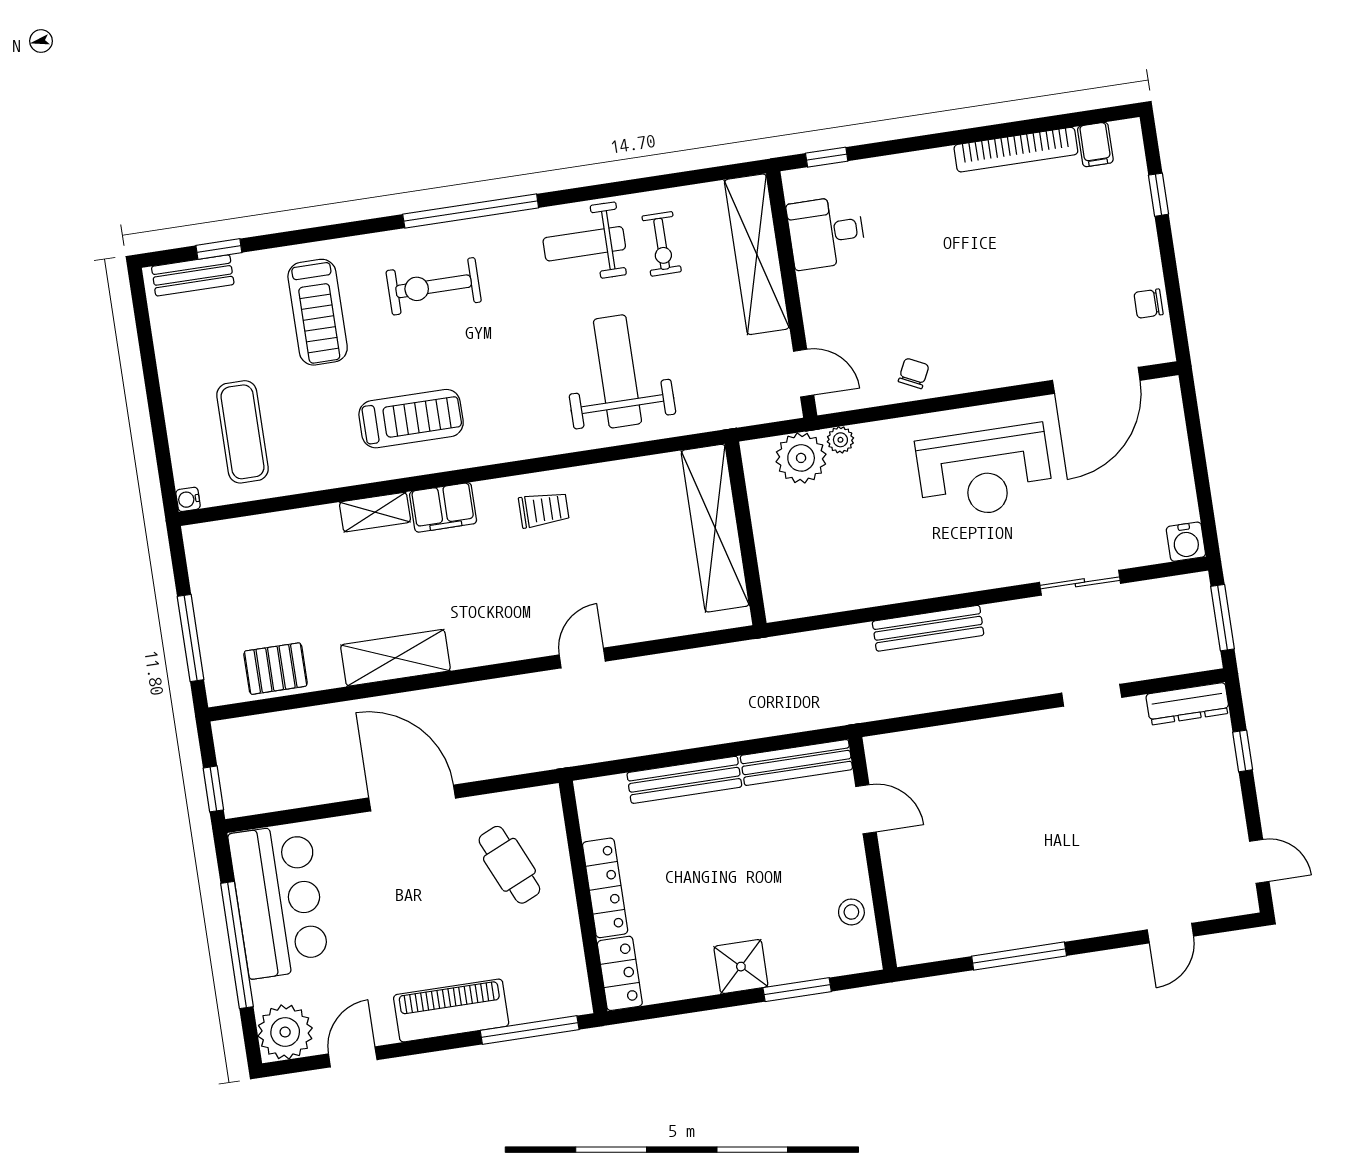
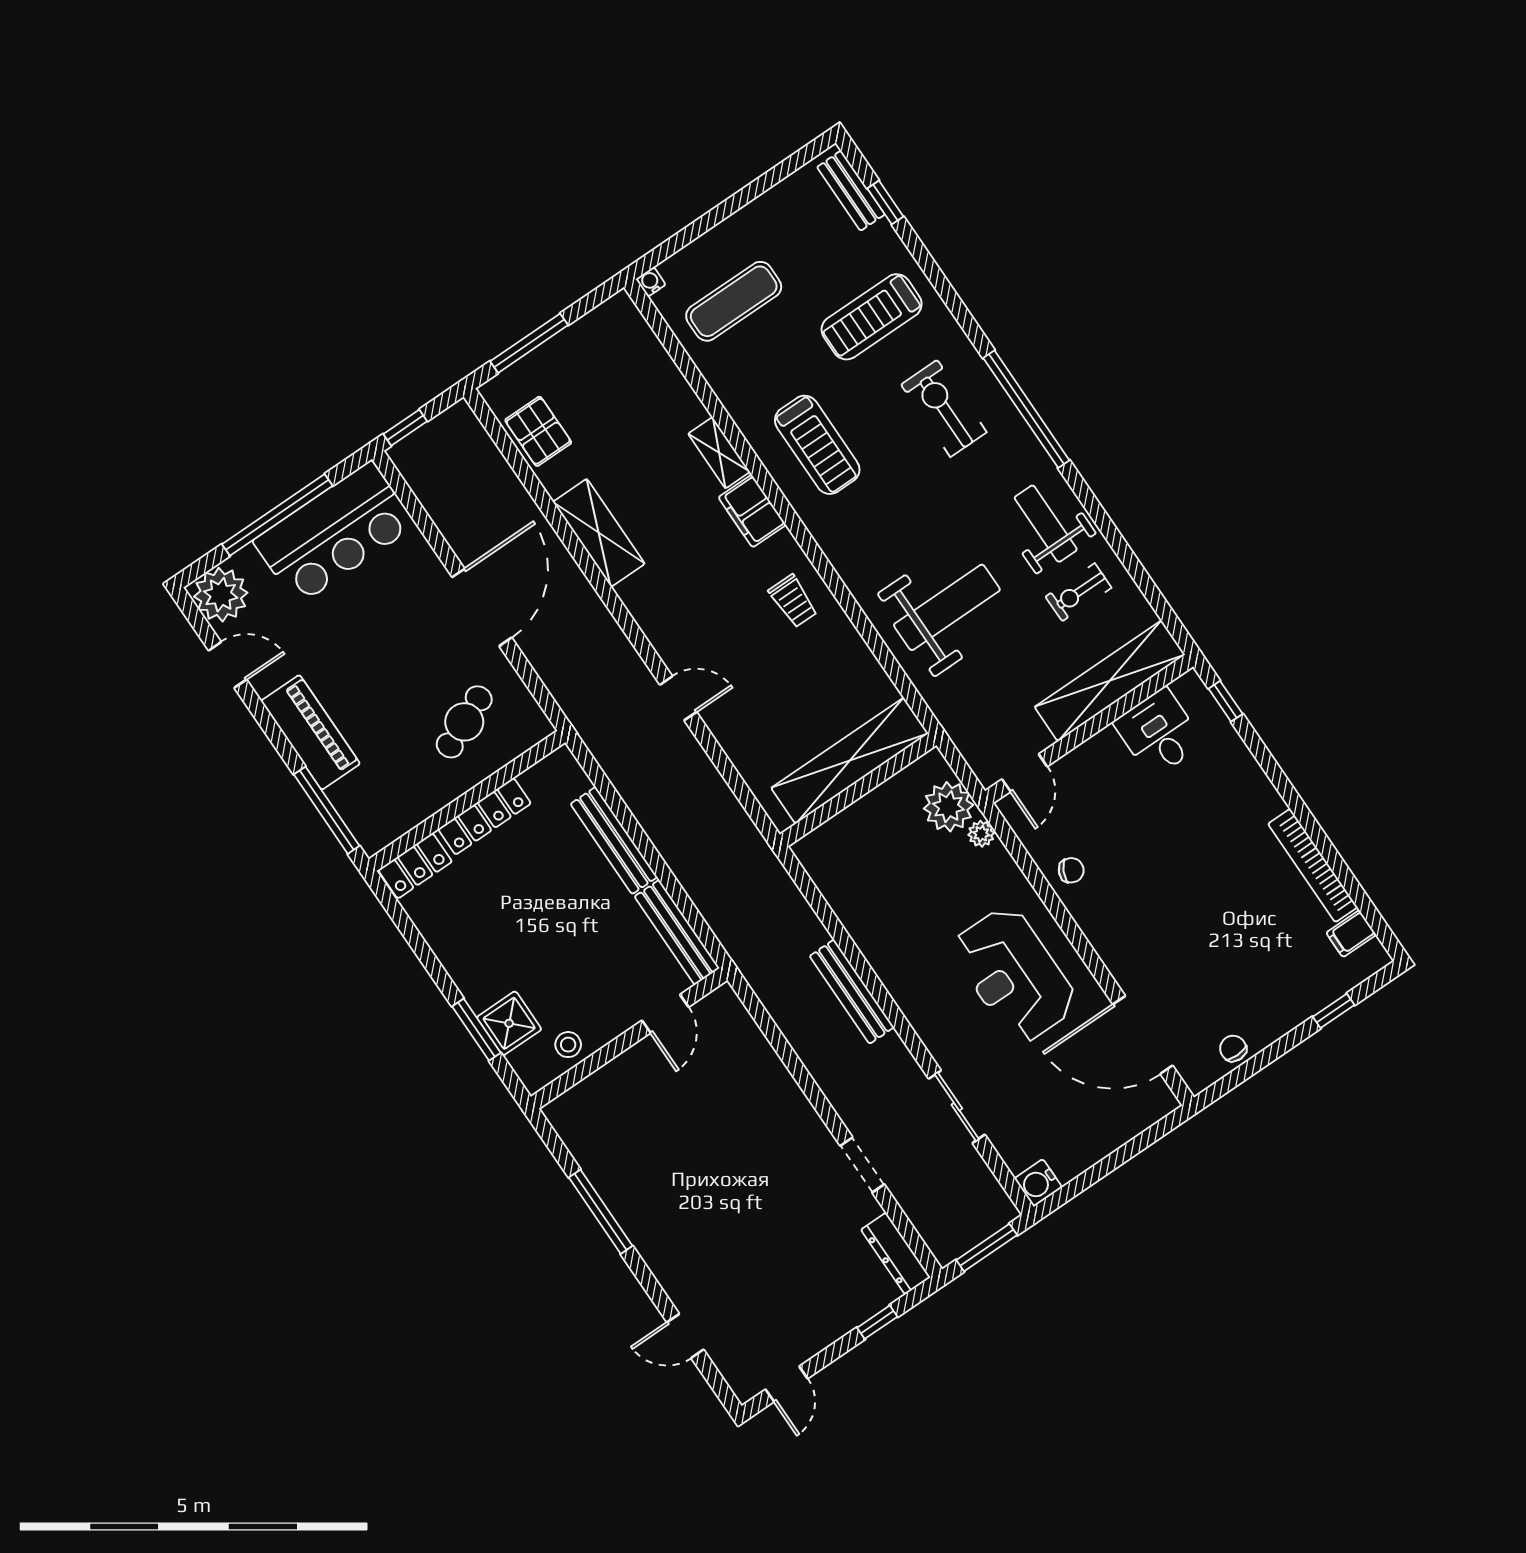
shower: (741, 967) -> (509, 1023), moved

